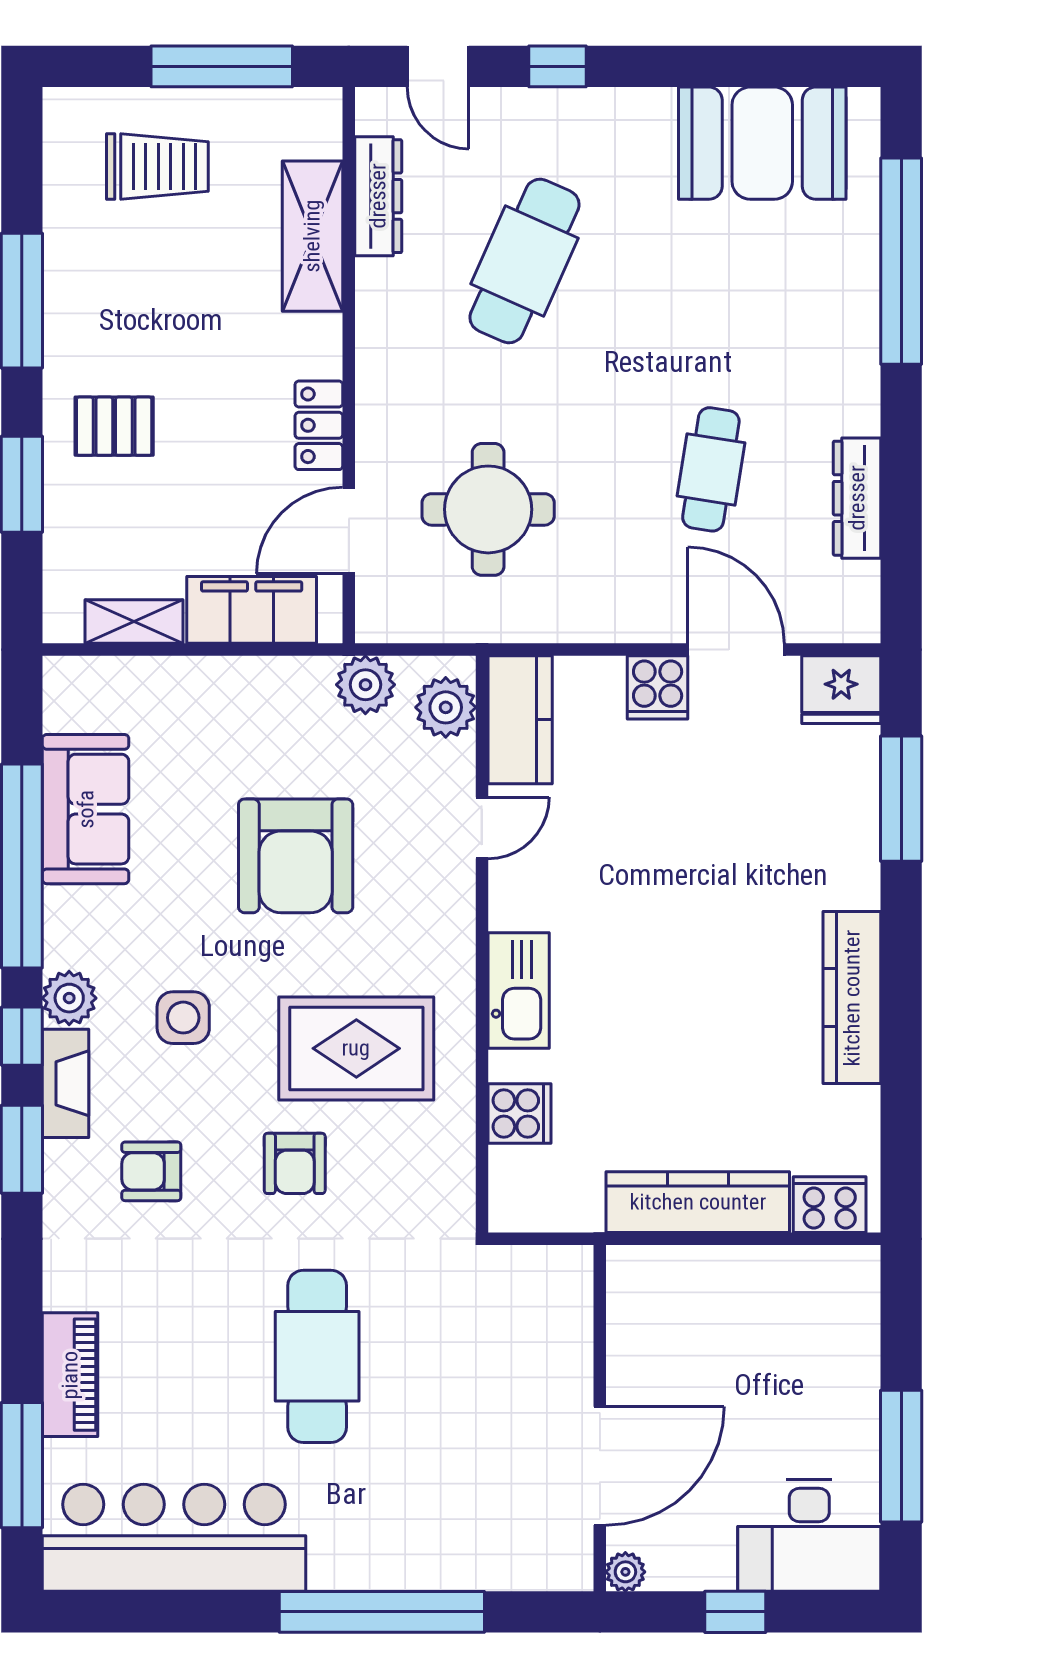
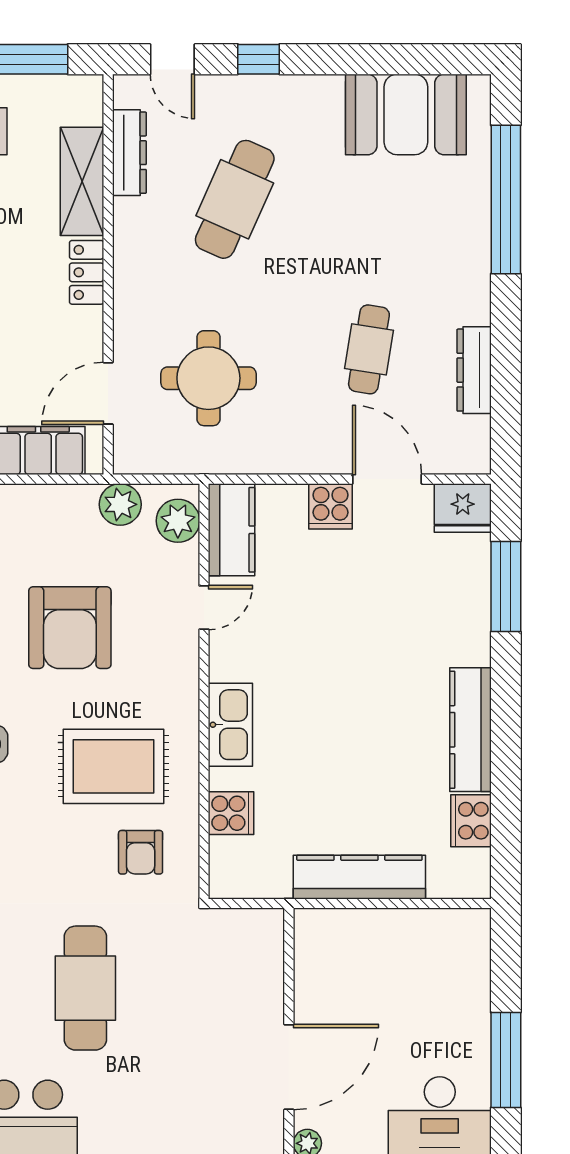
locker: (319, 425) -> (87, 272), moved
armchair: (295, 1163) -> (141, 852), moved
cooker: (830, 1205) -> (471, 821), moved, turned -90

